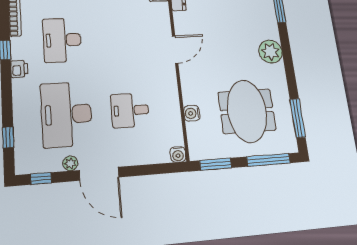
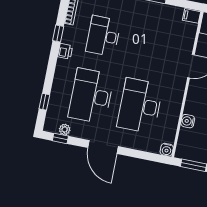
desk: (130, 110) -> (140, 106), width x1.87, depth x1.30
plant: (70, 163) -> (65, 129), moved

